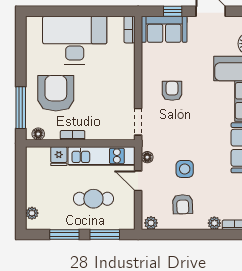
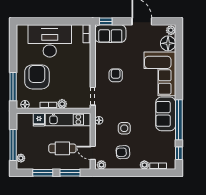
window: (173, 11) -> (106, 21), moved
plant: (93, 133) -> (62, 104), added
door: (138, 181) -> (93, 153), moved
window: (21, 194) -> (13, 145), added
armchair: (183, 204) -> (123, 152), turned 89

